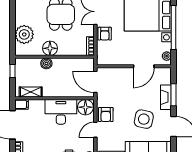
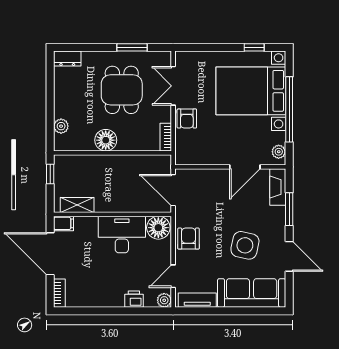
plant: (24, 34) -> (61, 126), width x0.53, depth x0.53
boiler: (46, 63) -> (100, 163), removed
fireplace: (166, 97) -> (278, 187), moved
armchair: (106, 115) -> (189, 239), turned 180
door: (95, 130) -> (173, 276), moved

